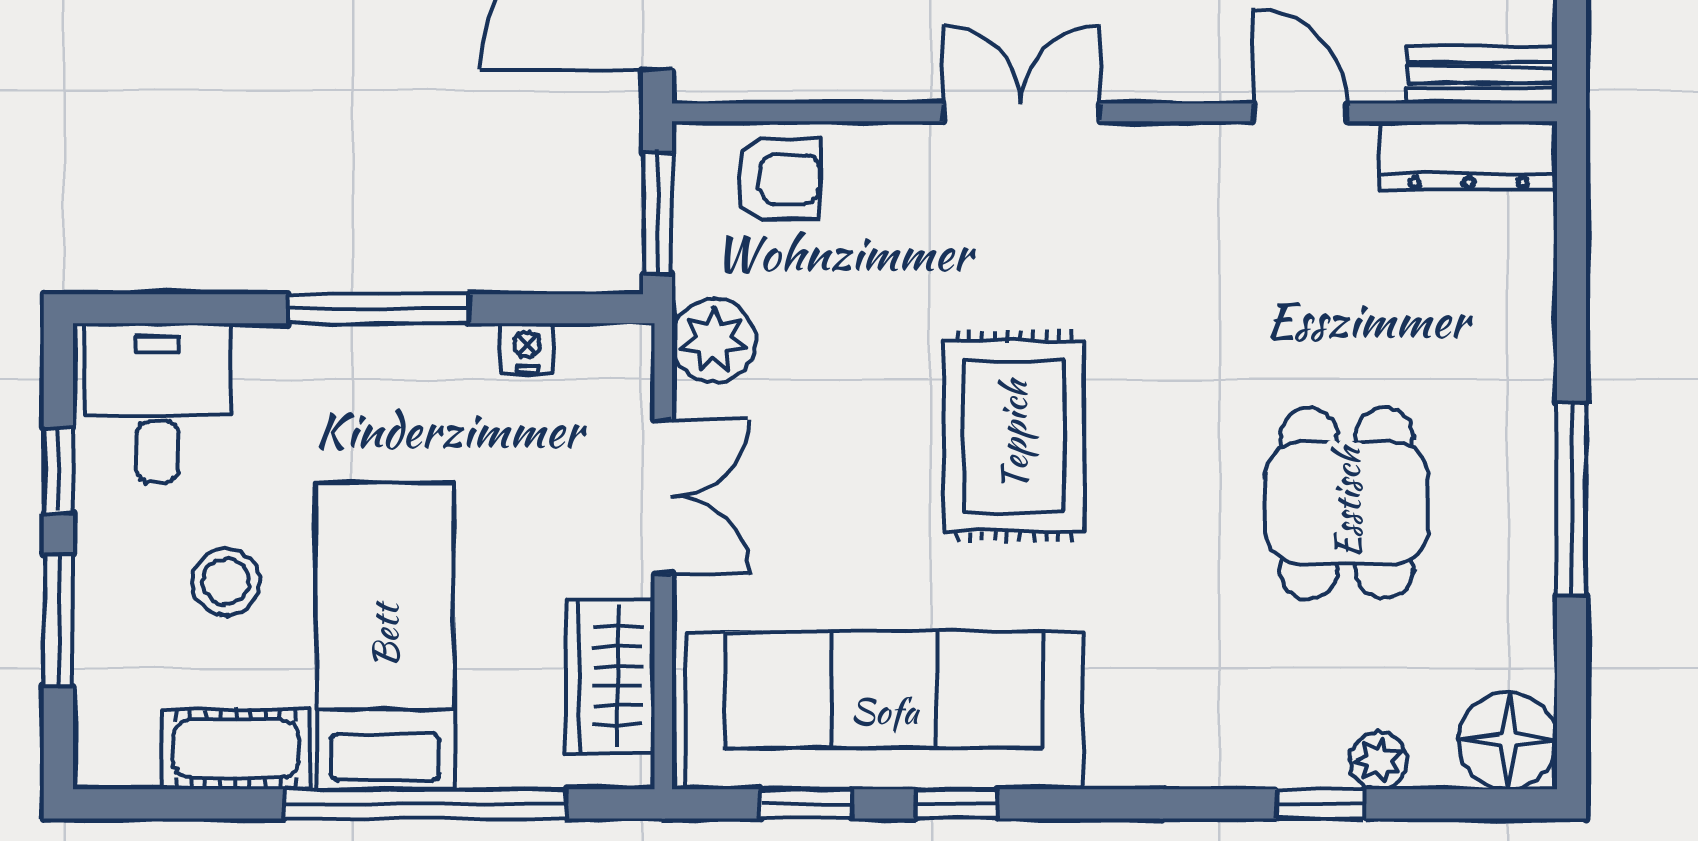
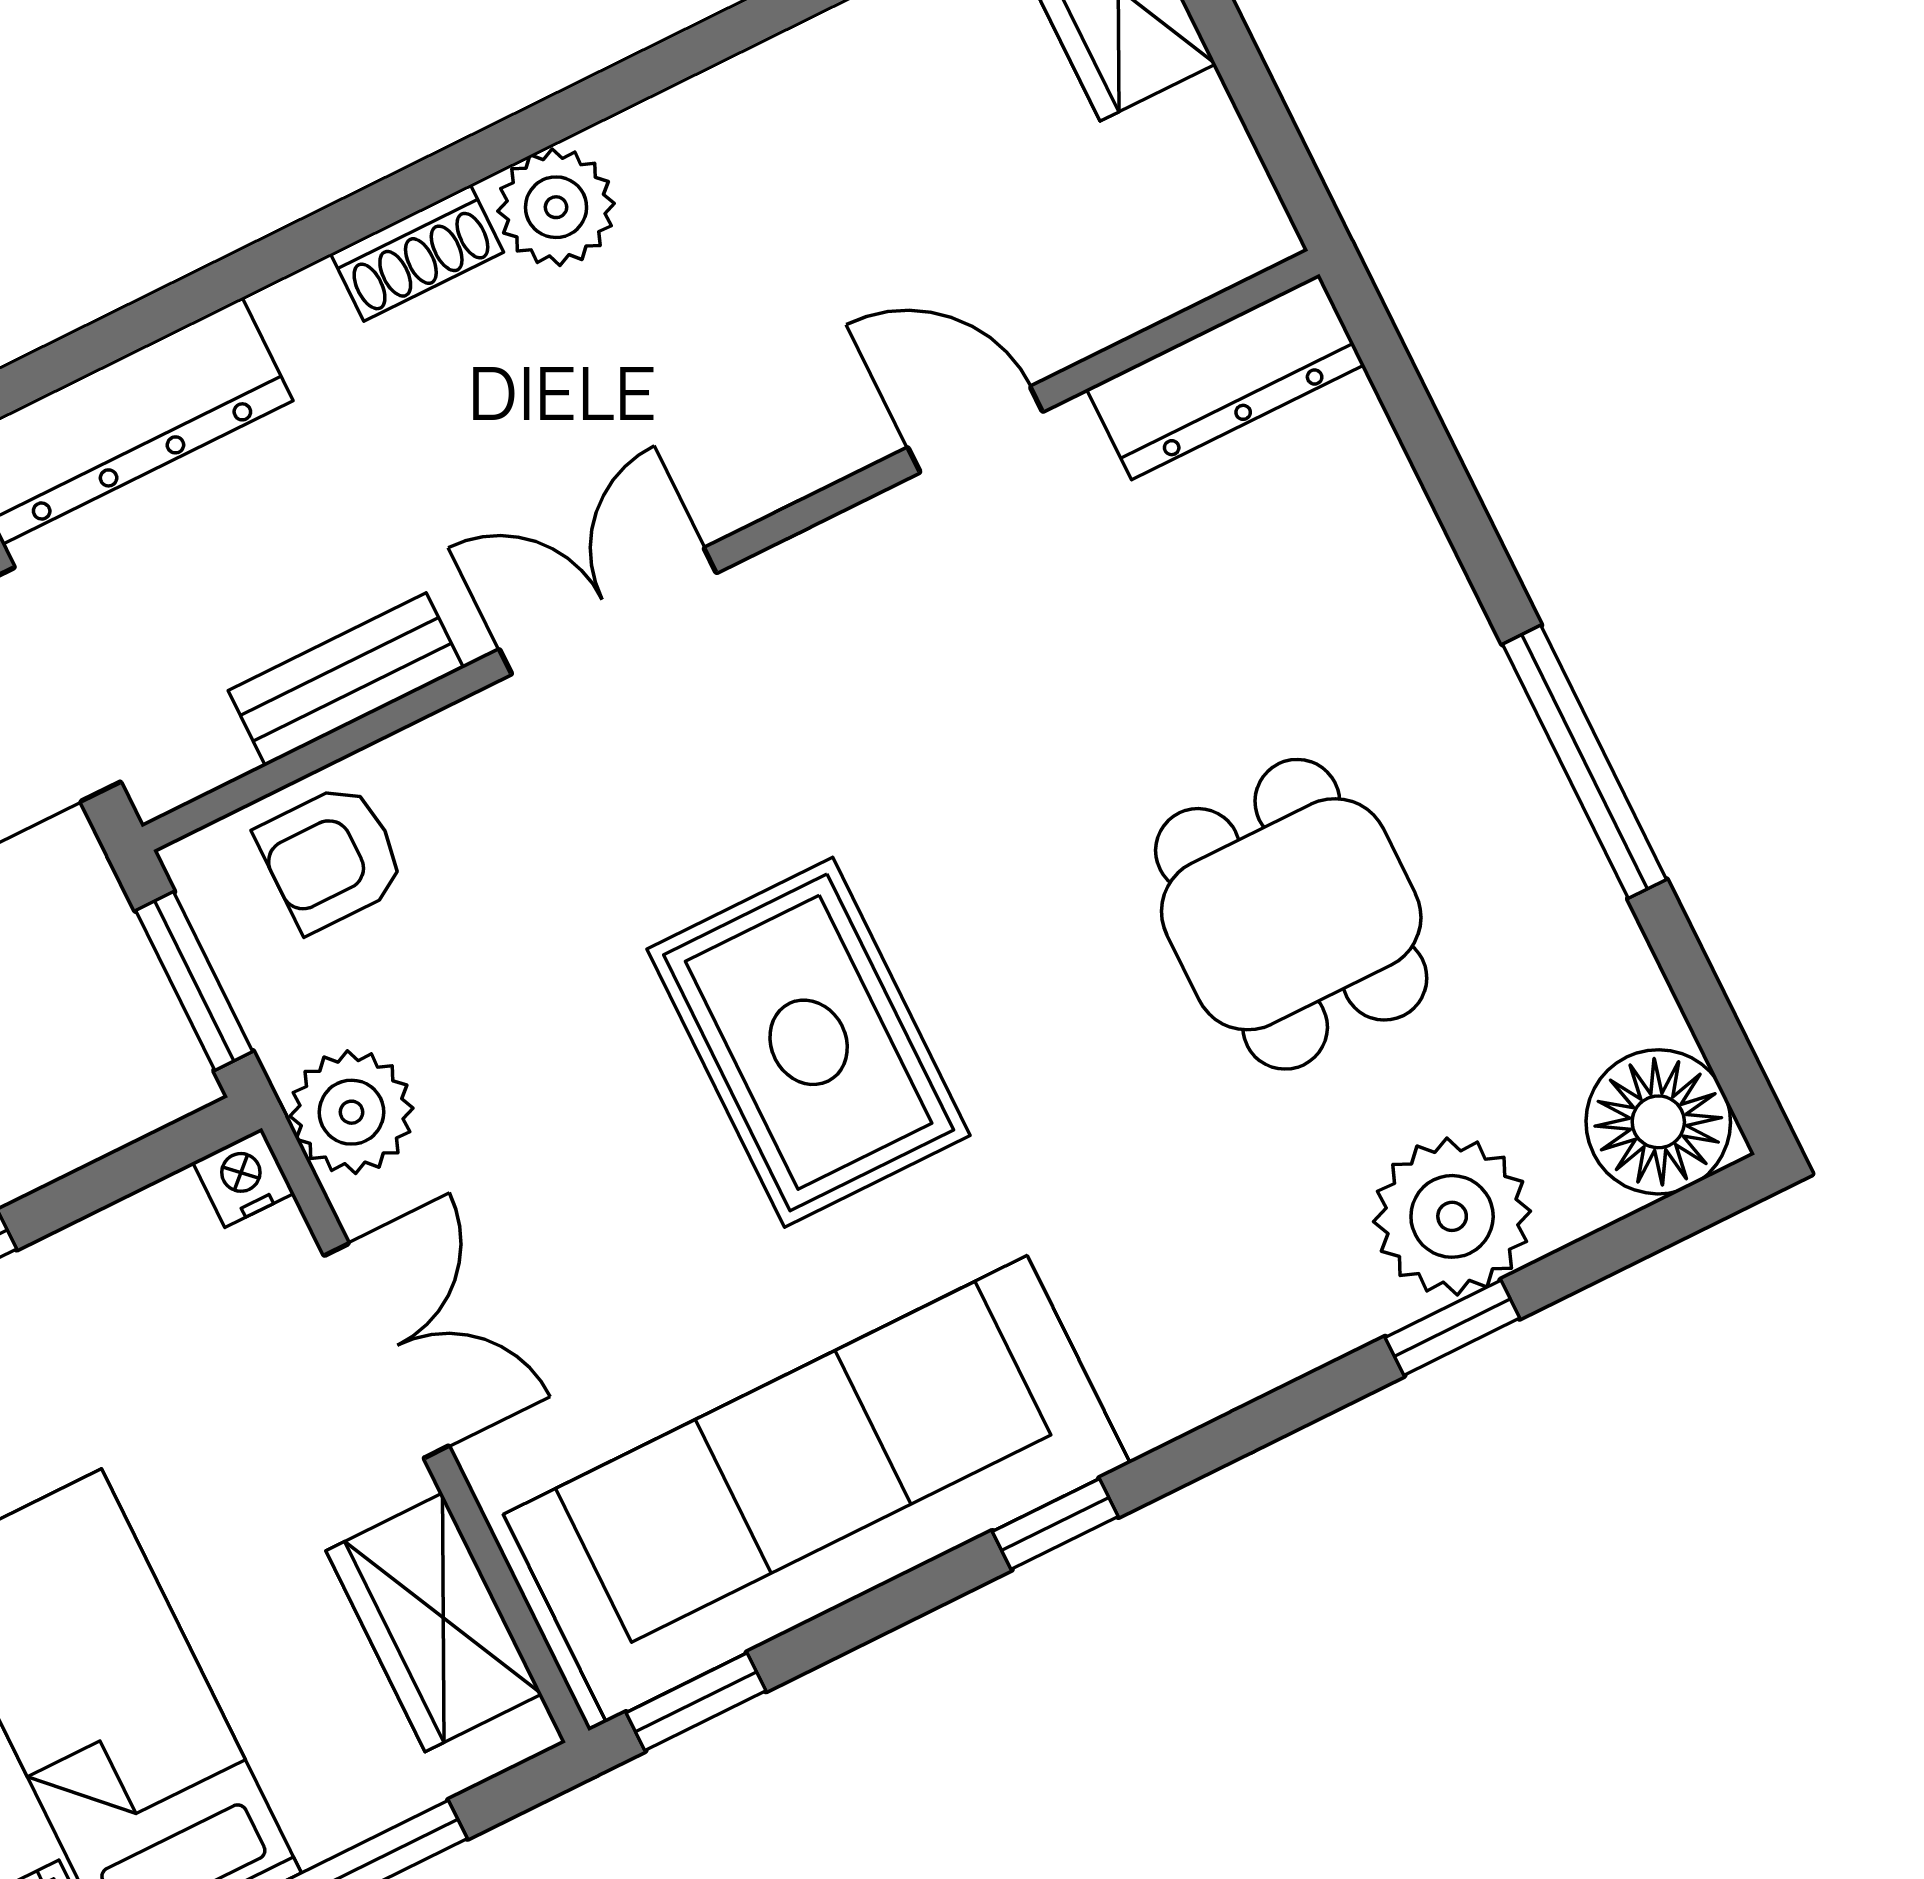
bench: (1482, 75) -> (346, 679), moved
armchair: (778, 179) -> (331, 857), turned 180
nightstand: (527, 348) -> (243, 1178), moved
plant: (1379, 761) -> (1452, 1216), width x1.88, depth x1.88
window: (806, 804) -> (696, 1702), moved
window: (956, 804) -> (1055, 1524), moved

